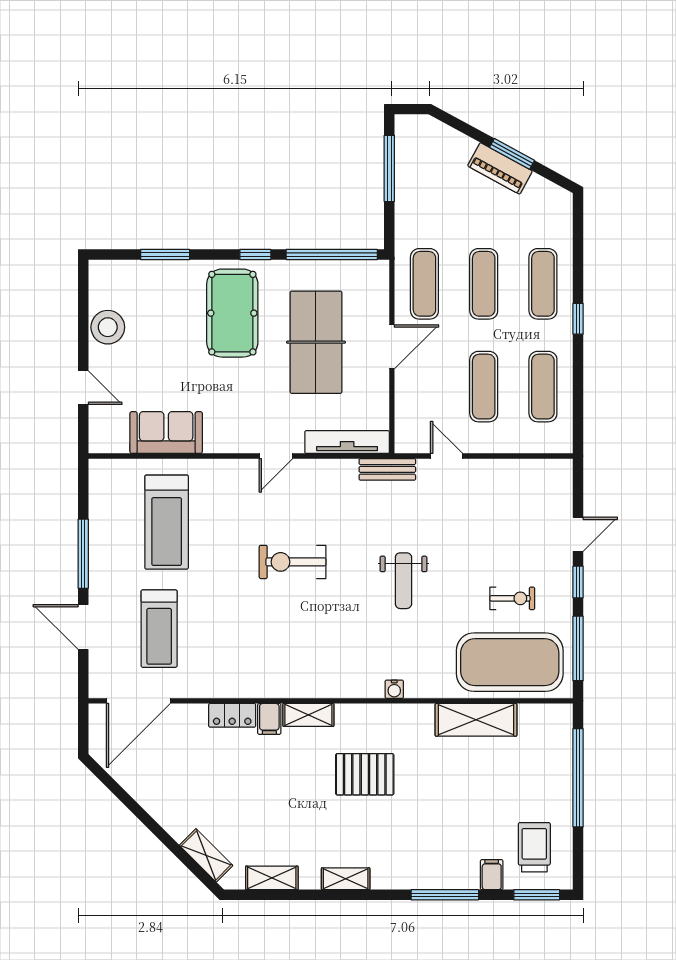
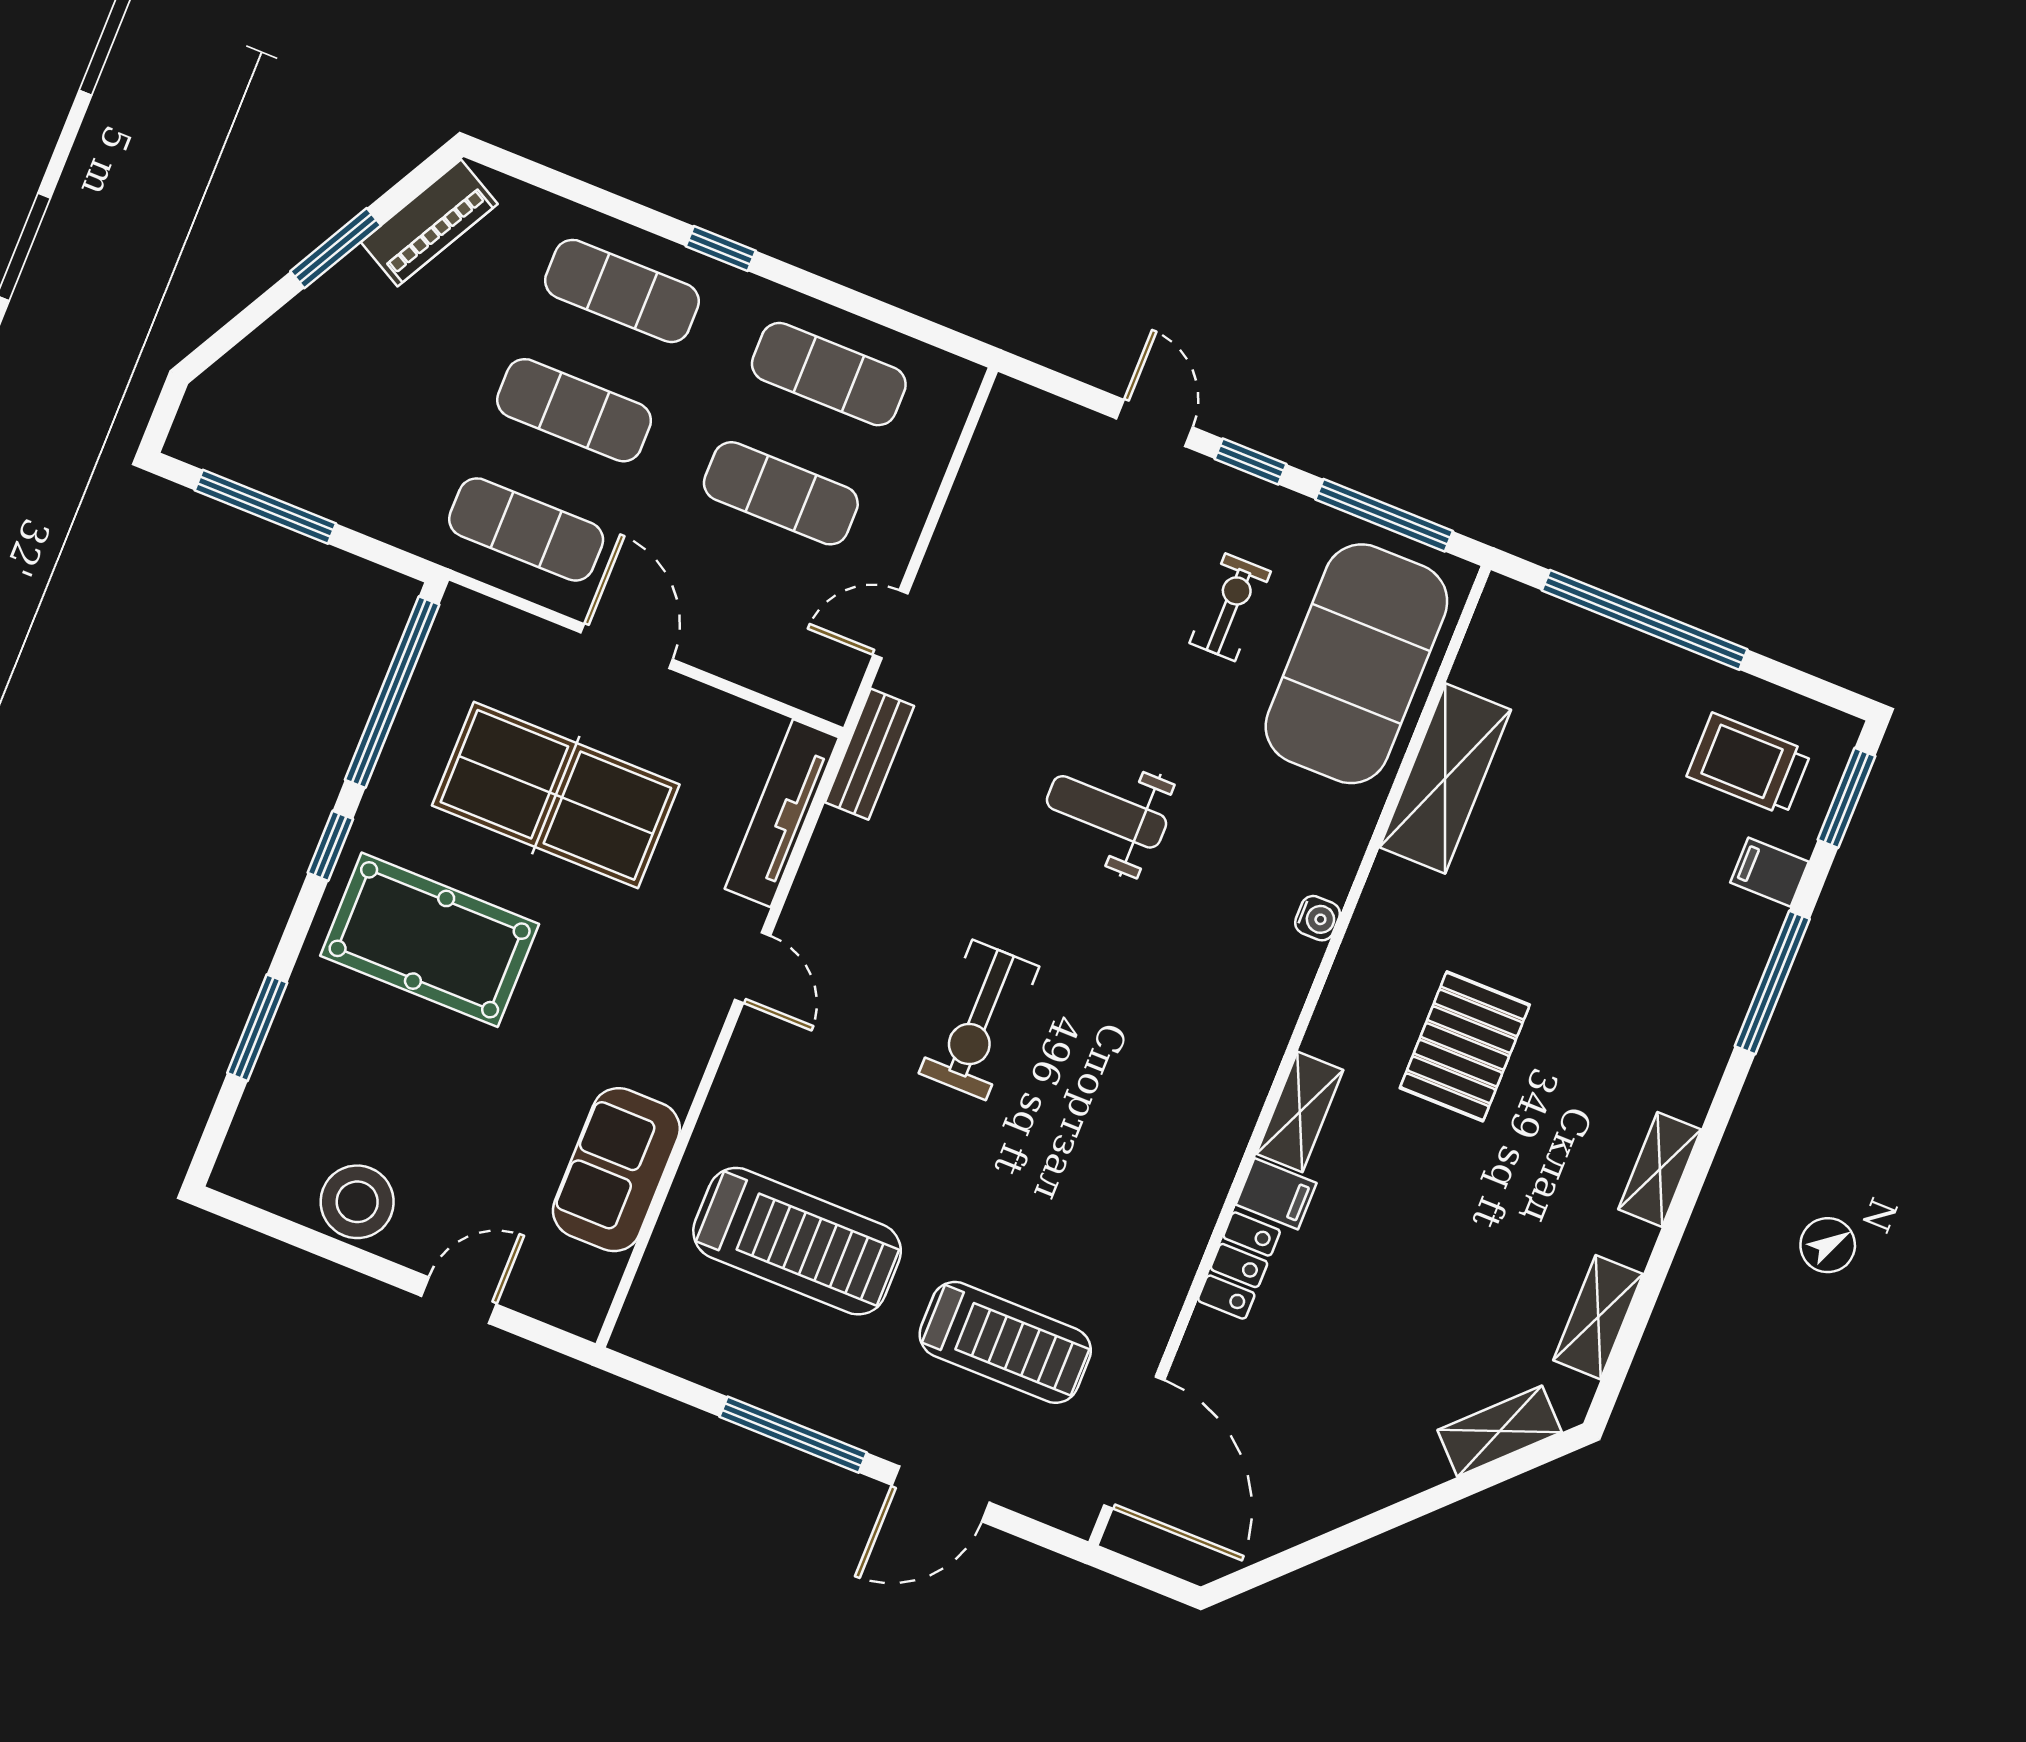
piano: (500, 168) -> (429, 223), moved
weight bench: (403, 581) -> (1106, 812), turned 180

